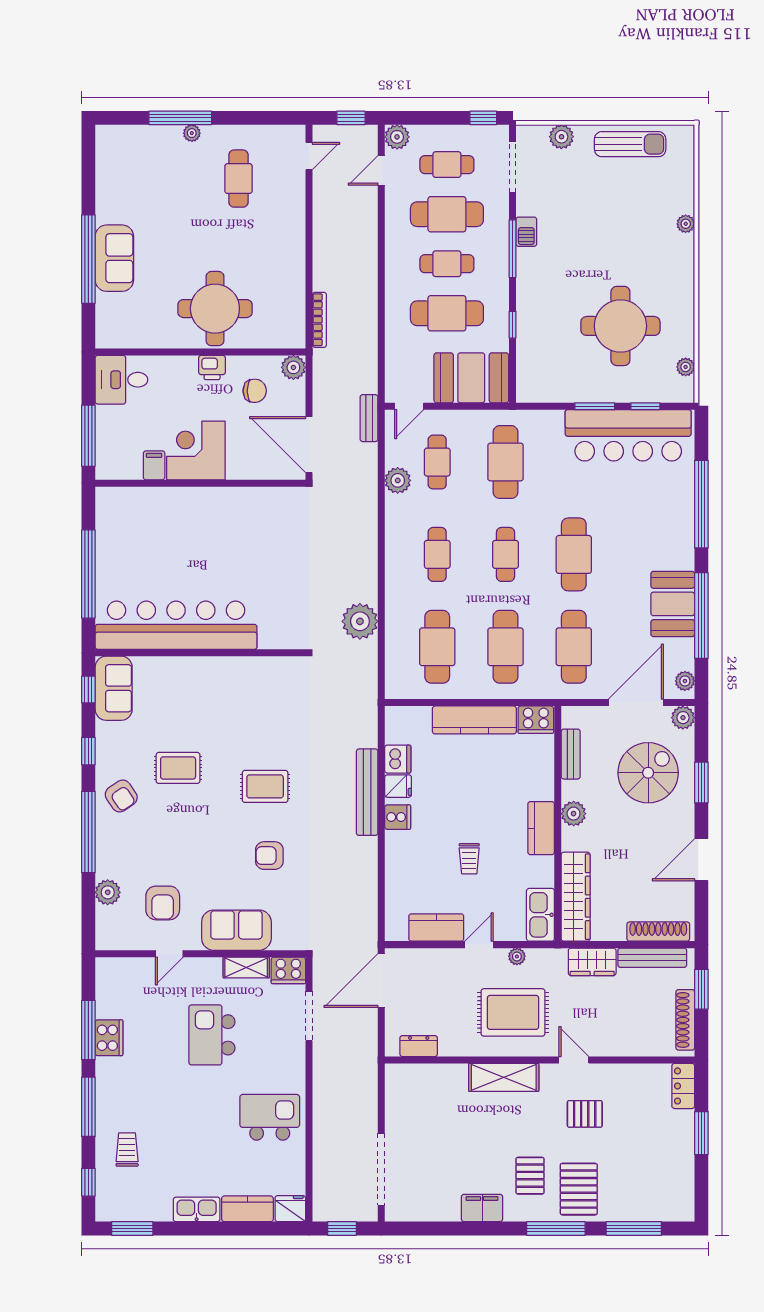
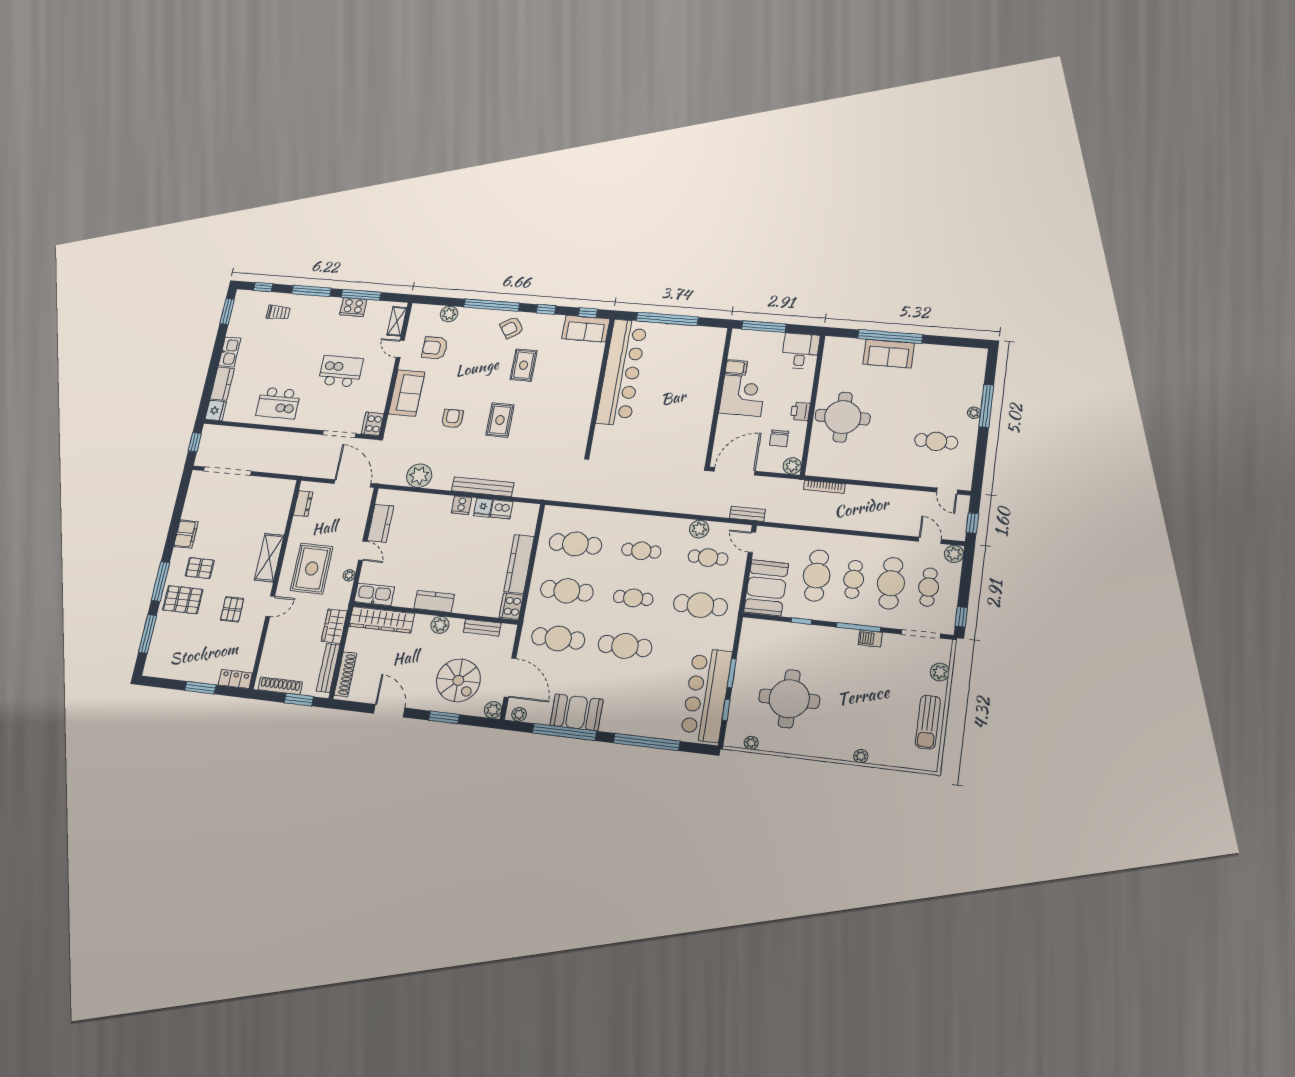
plant: (360, 621) -> (419, 476), moved
trolley: (469, 859) -> (423, 550), removed
shelving: (246, 967) -> (397, 321), moved
kitchen island: (270, 1117) -> (278, 403), turned 90

